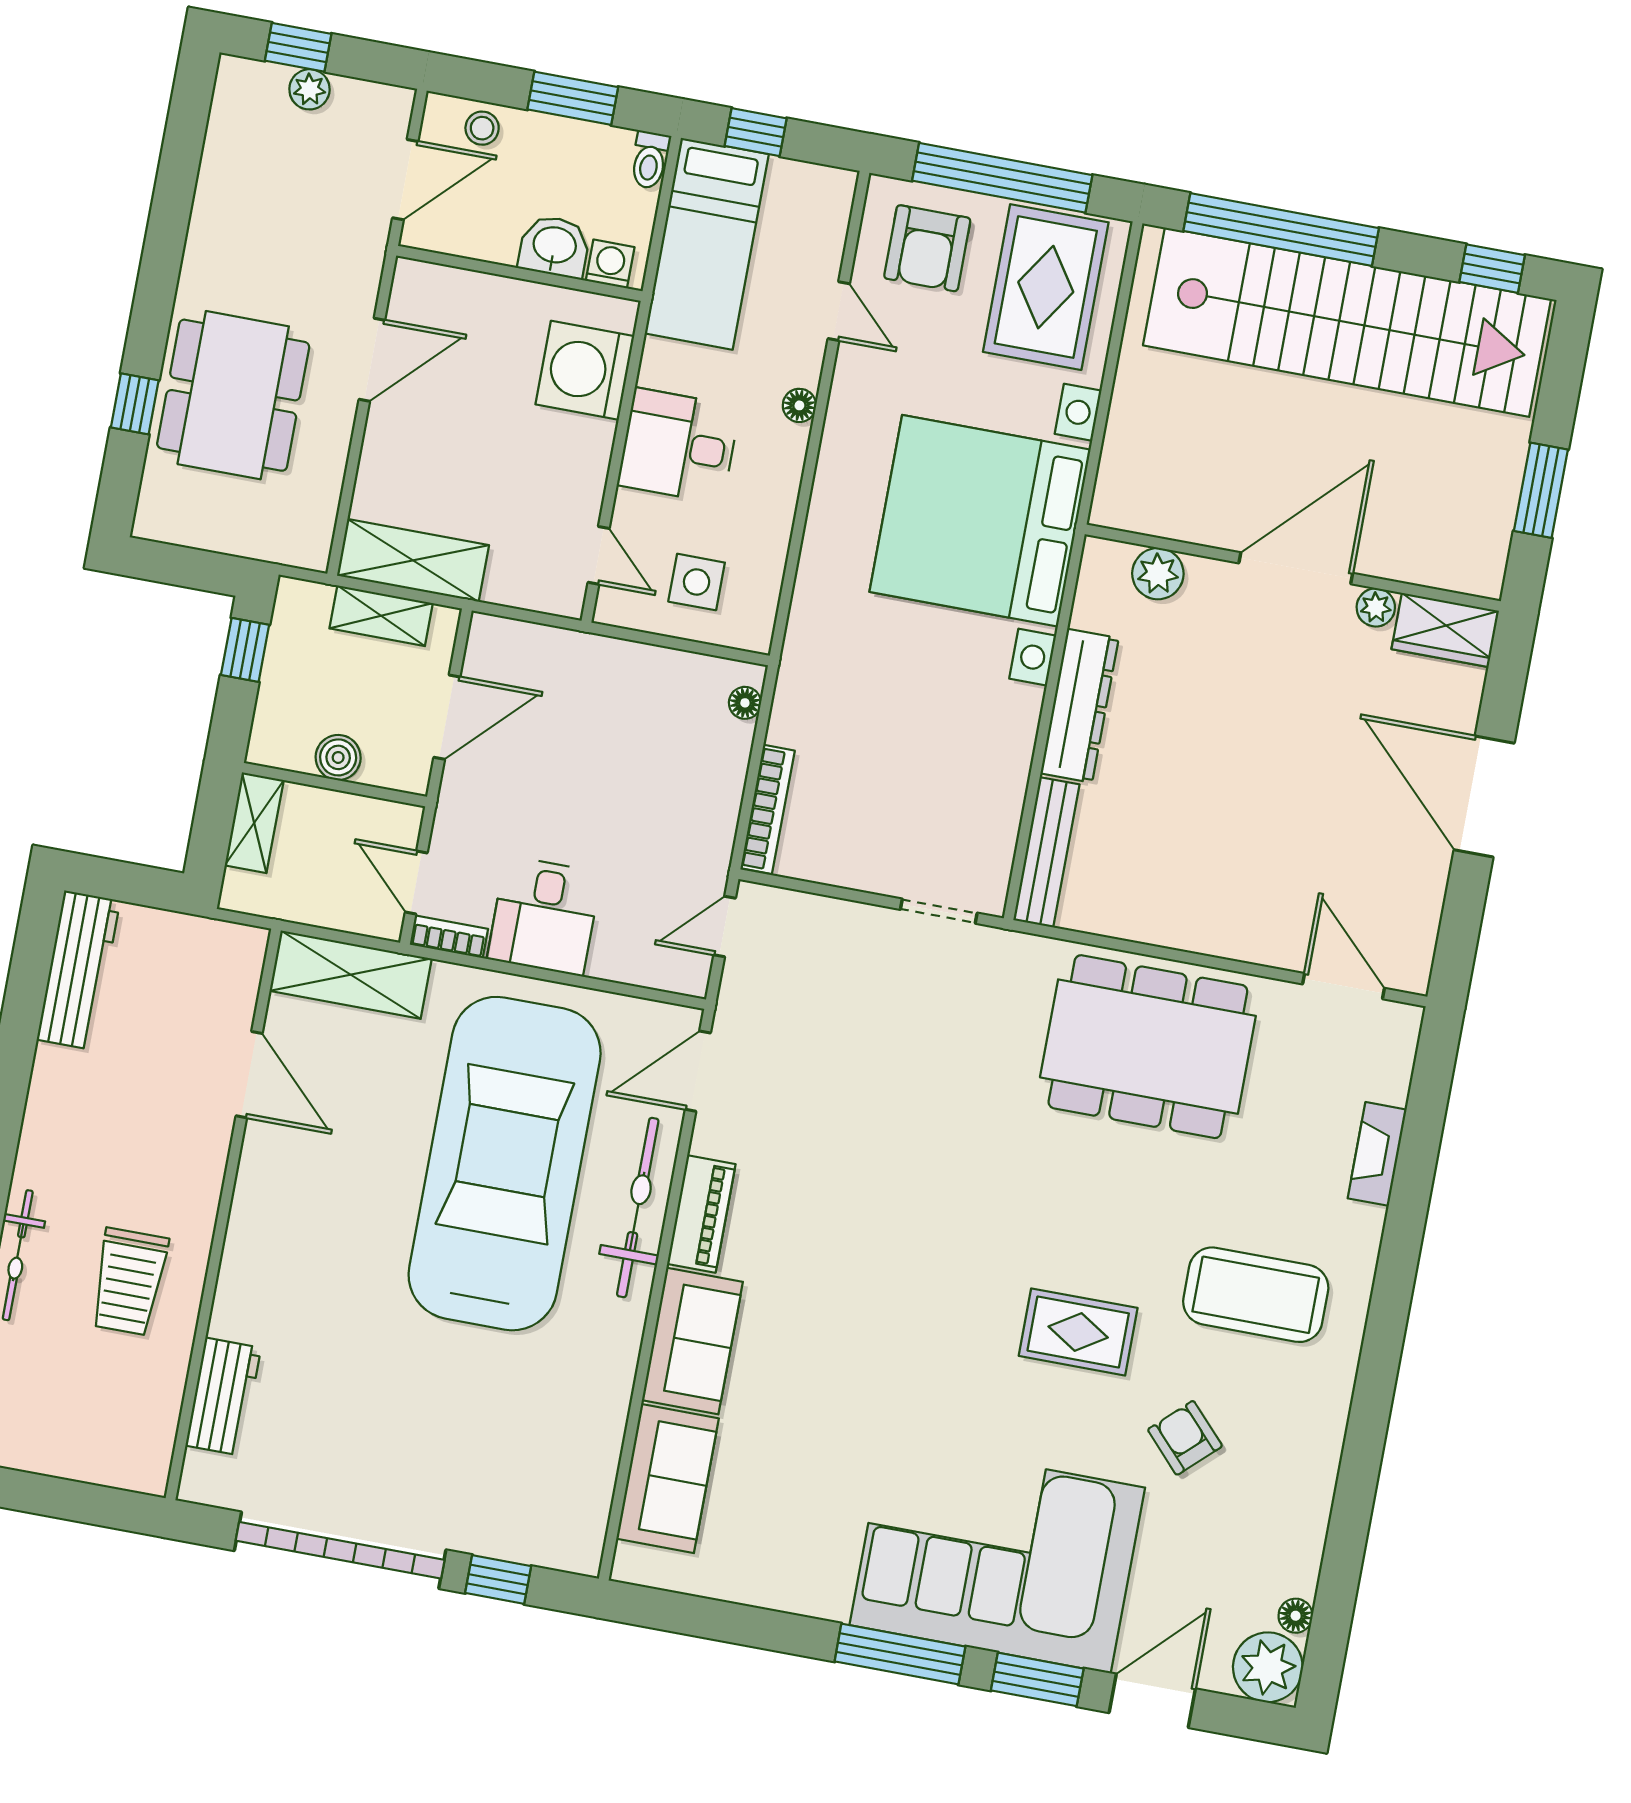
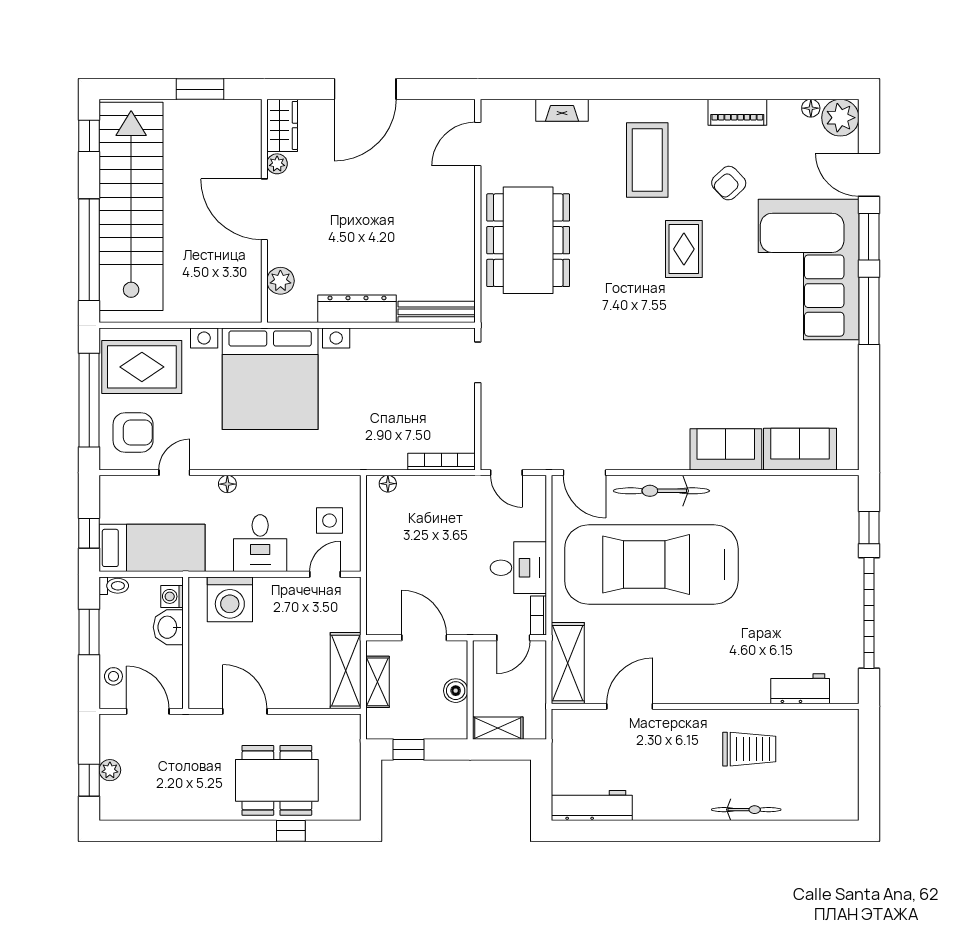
piano: (701, 1214) -> (737, 112), moved, turned 180

